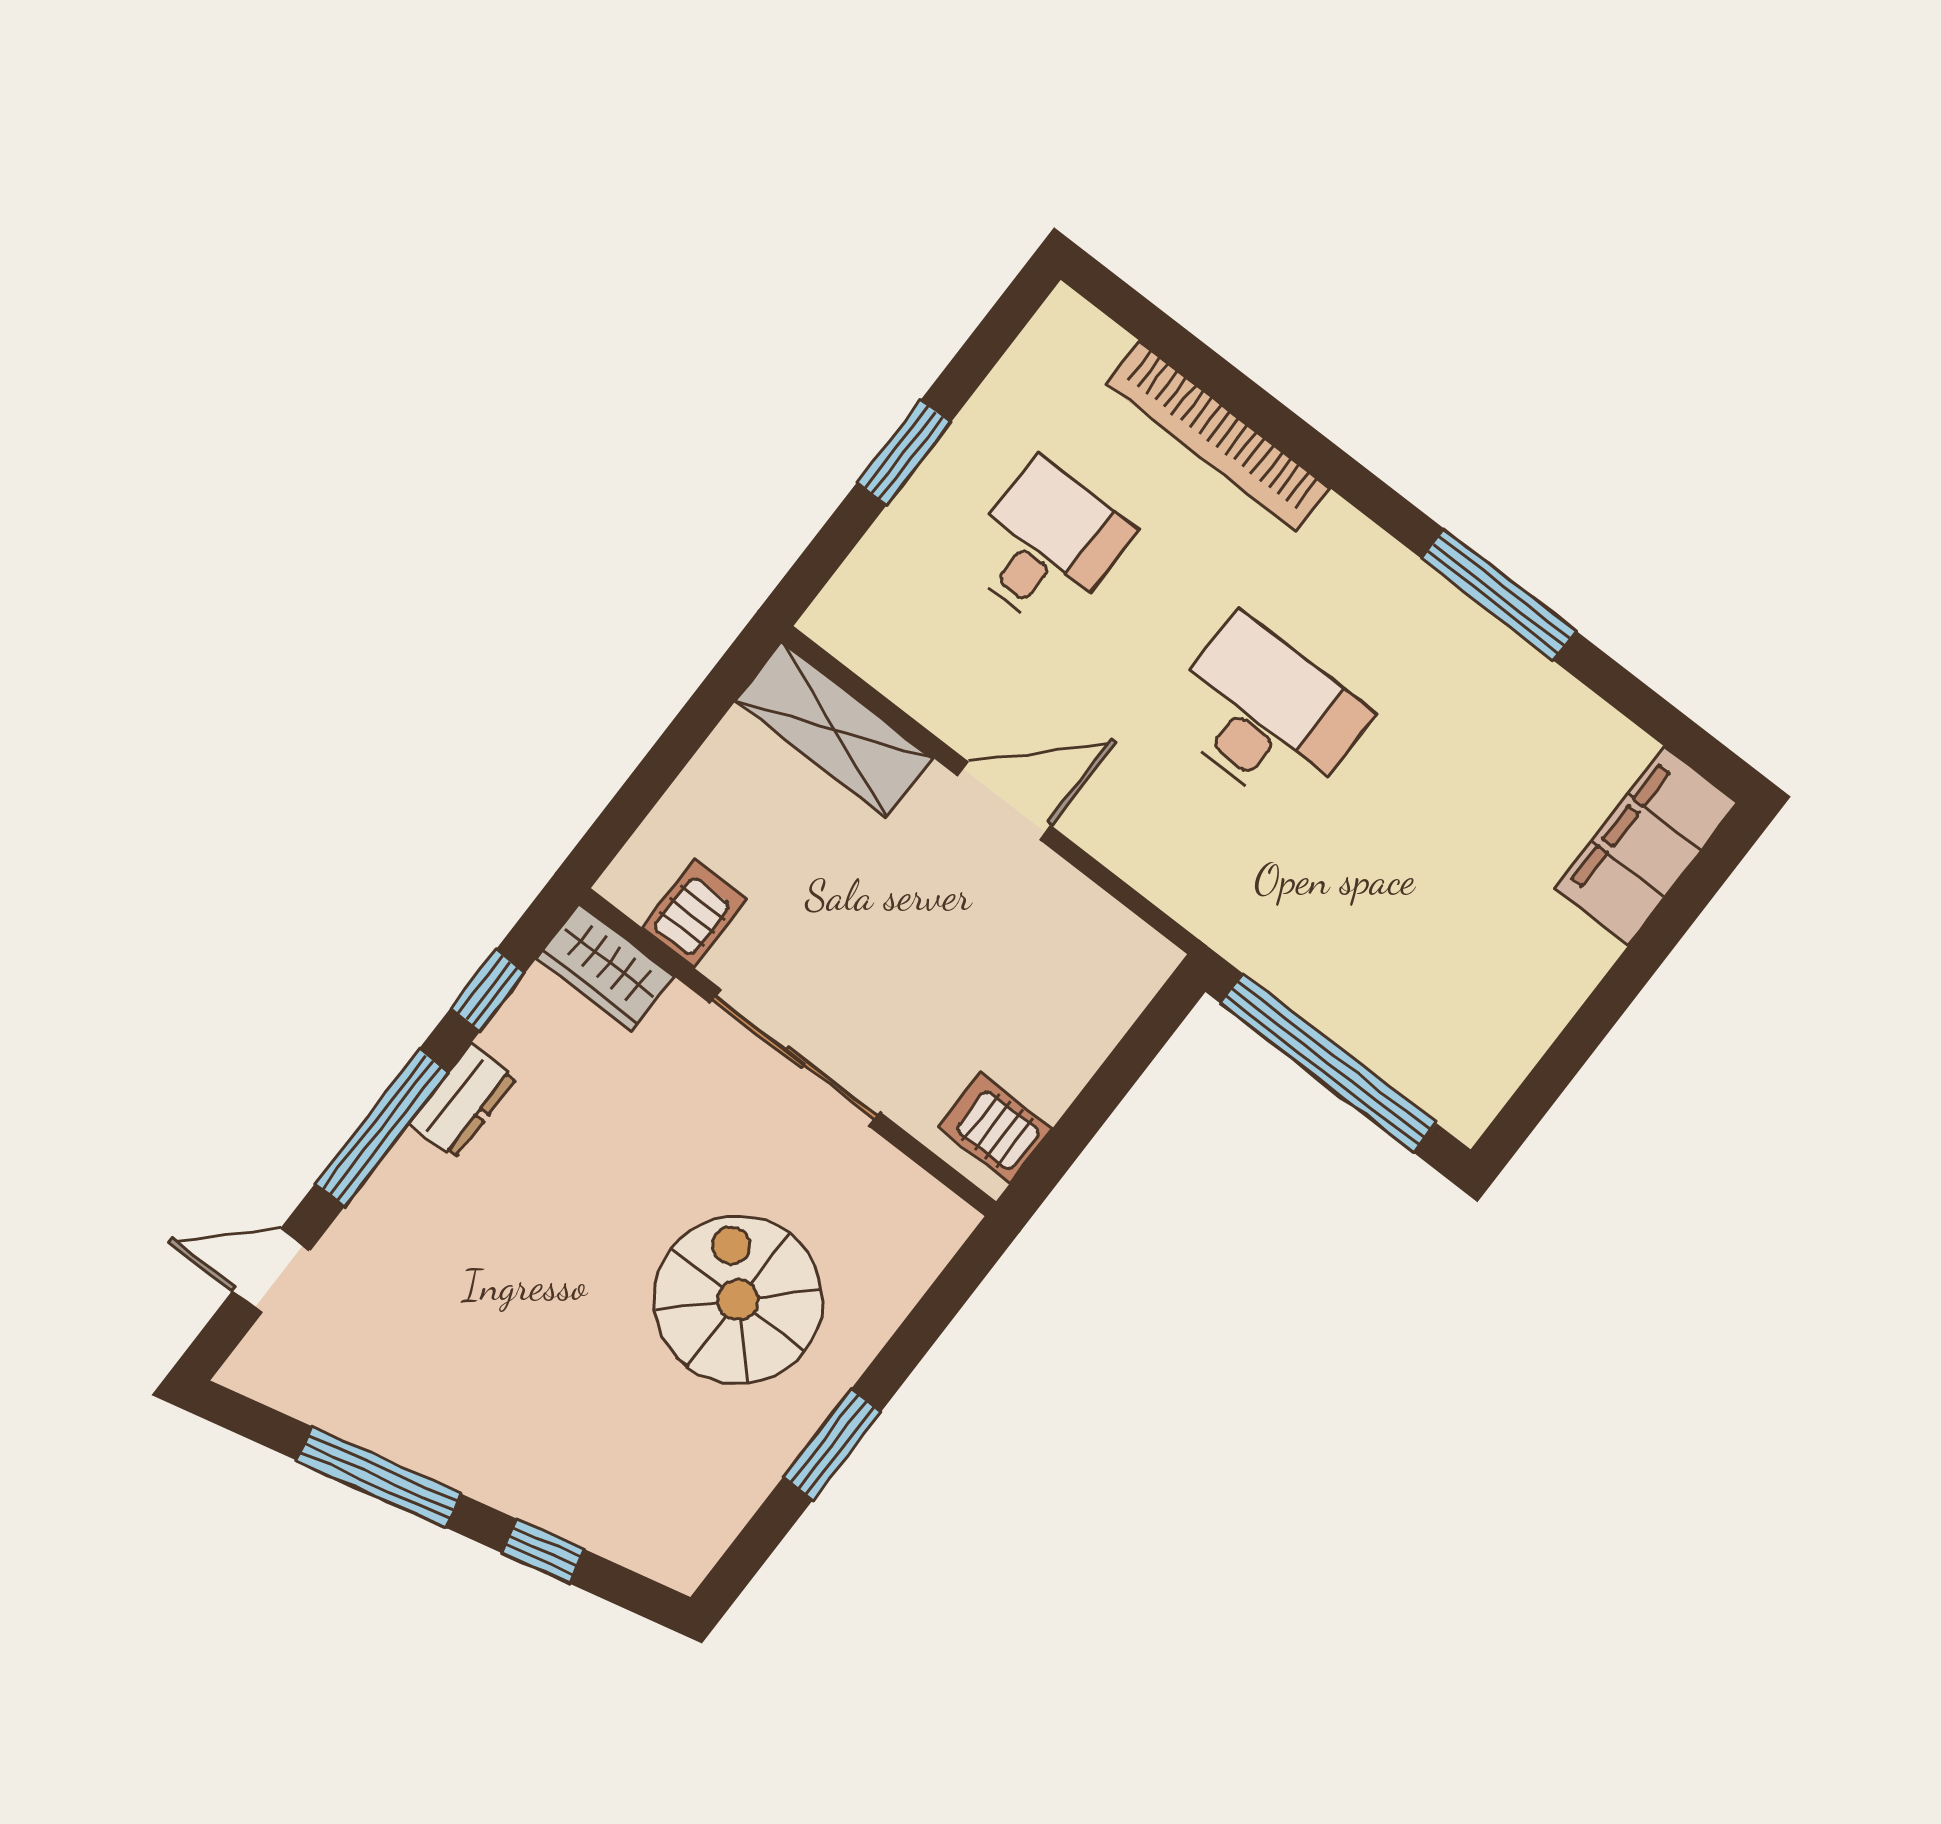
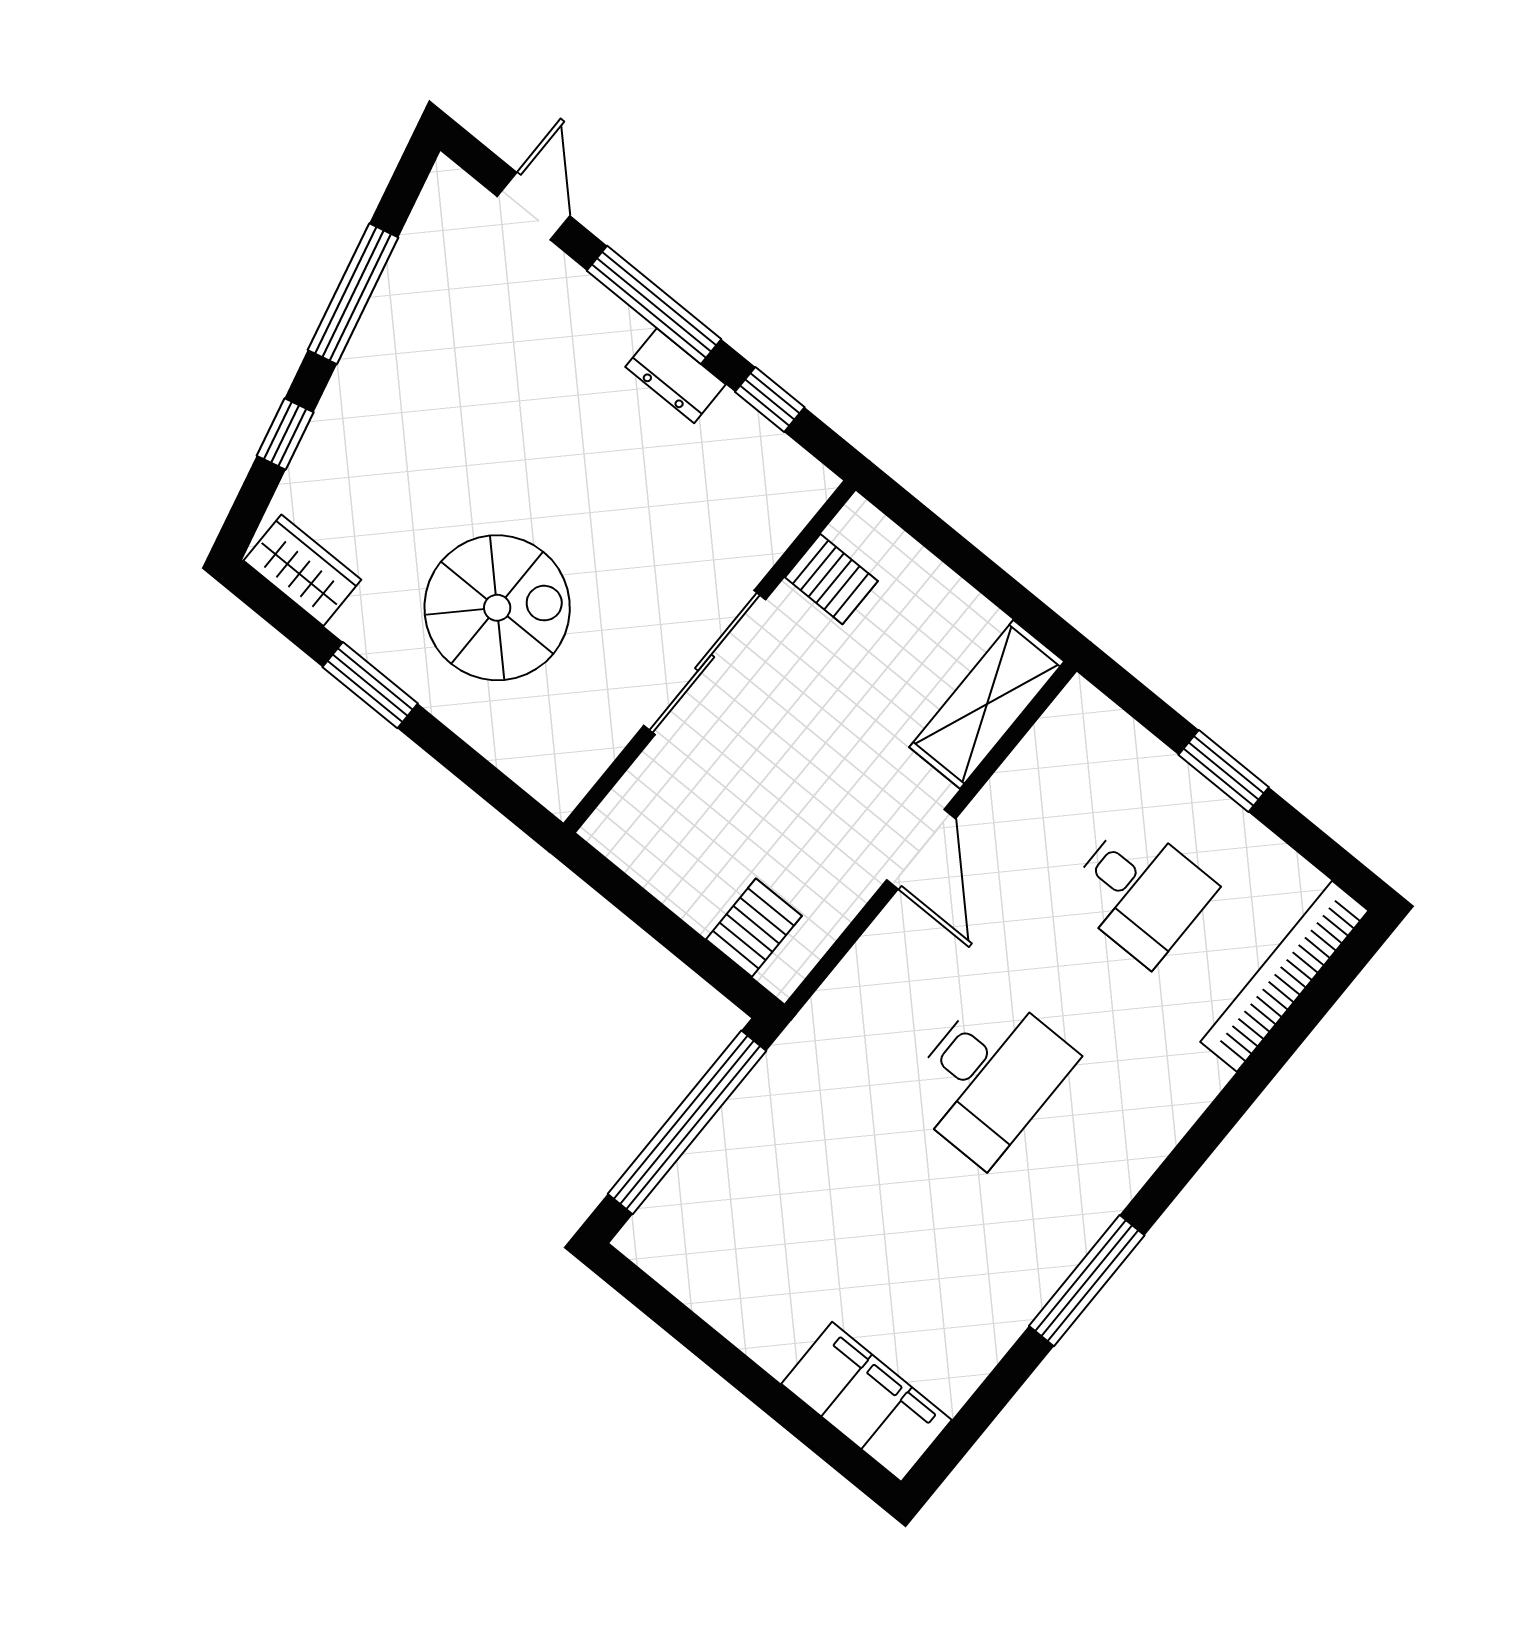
bookcase: (1218, 436) -> (1284, 976), moved
wardrobe: (605, 967) -> (302, 570), moved, turned 90
server rack: (995, 1128) -> (754, 928), moved

